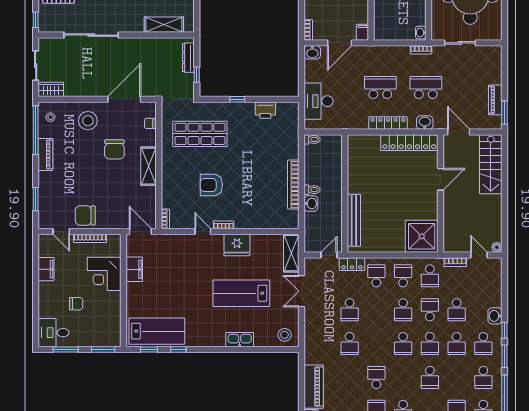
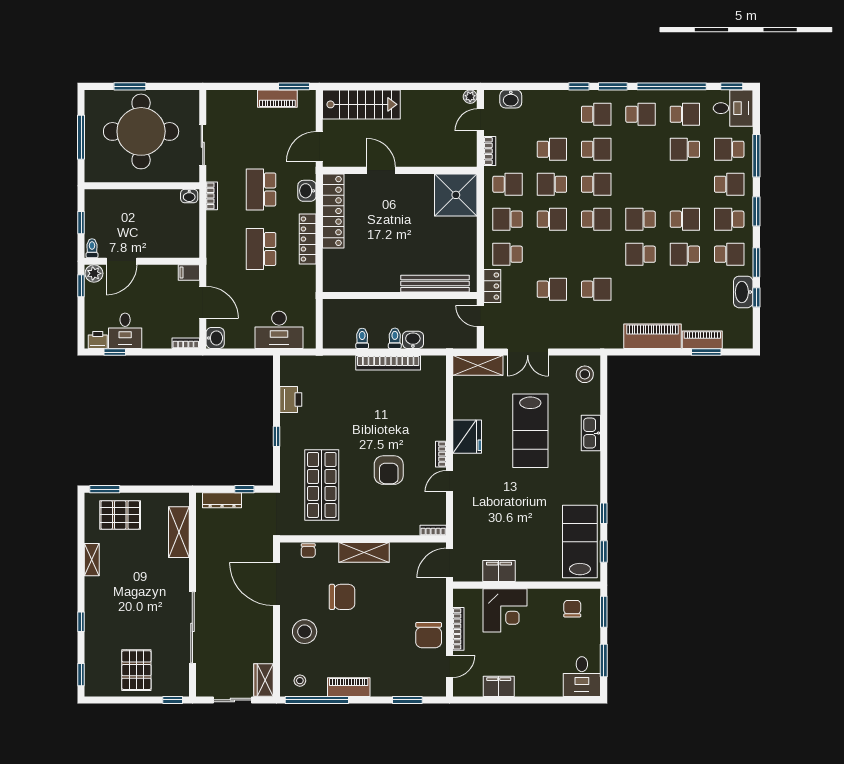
toilet: (312, 139) -> (362, 338), moved
chair: (76, 304) -> (572, 609), moved
washbasin: (495, 316) -> (511, 99), moved
school desk: (430, 377) -> (641, 219), moved, turned 180

